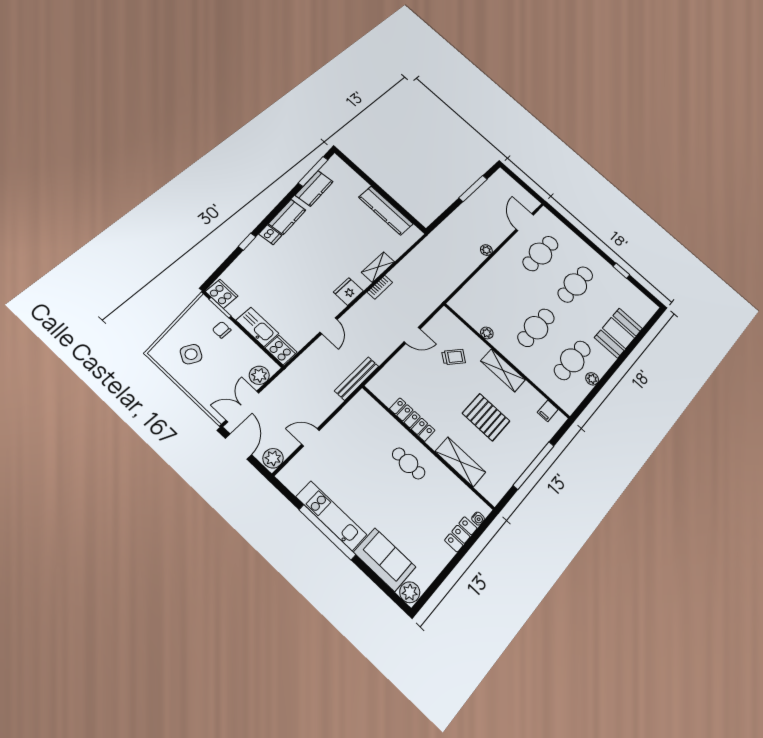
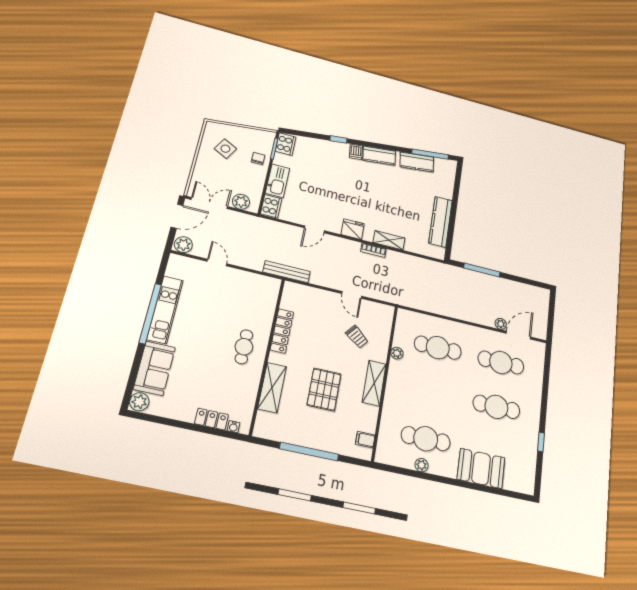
window: (473, 188) -> (482, 270), moved
plant: (486, 250) -> (501, 324), moved
cafe table: (536, 328) -> (438, 348), moved

